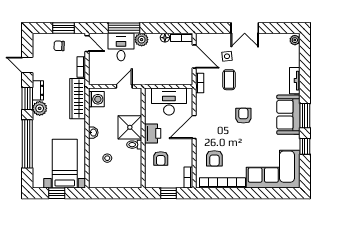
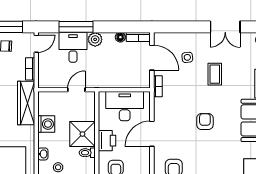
double door: (245, 28) -> (225, 27), moved
door: (87, 44) -> (36, 44), hinge flipped
coffee table: (229, 80) -> (215, 74), moved
washing machine: (96, 99) -> (46, 124), moved
washbasin: (93, 133) -> (43, 154), moved

